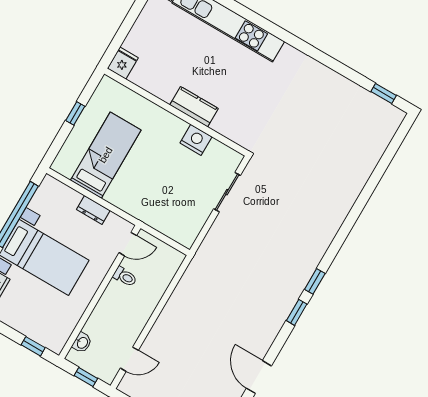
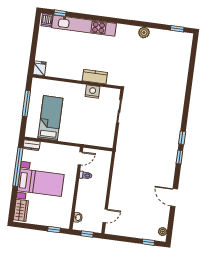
plant: (325, 76) -> (144, 33), added
kitchen counter: (194, 107) -> (95, 77), moved
window: (75, 113) -> (26, 104), width x2.17
dresser: (93, 210) -> (32, 145), moved

